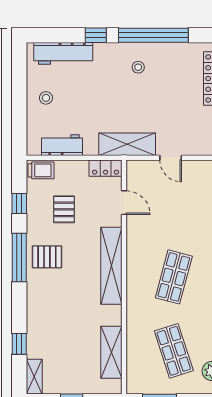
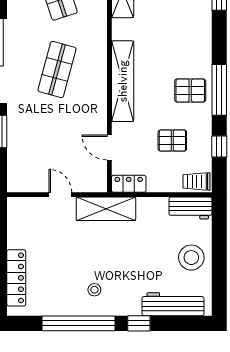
stool: (46, 98) -> (191, 258), width x1.89, depth x1.89
workbench: (62, 145) -> (190, 208), moved
pallet: (64, 209) -> (172, 140), turned 90

